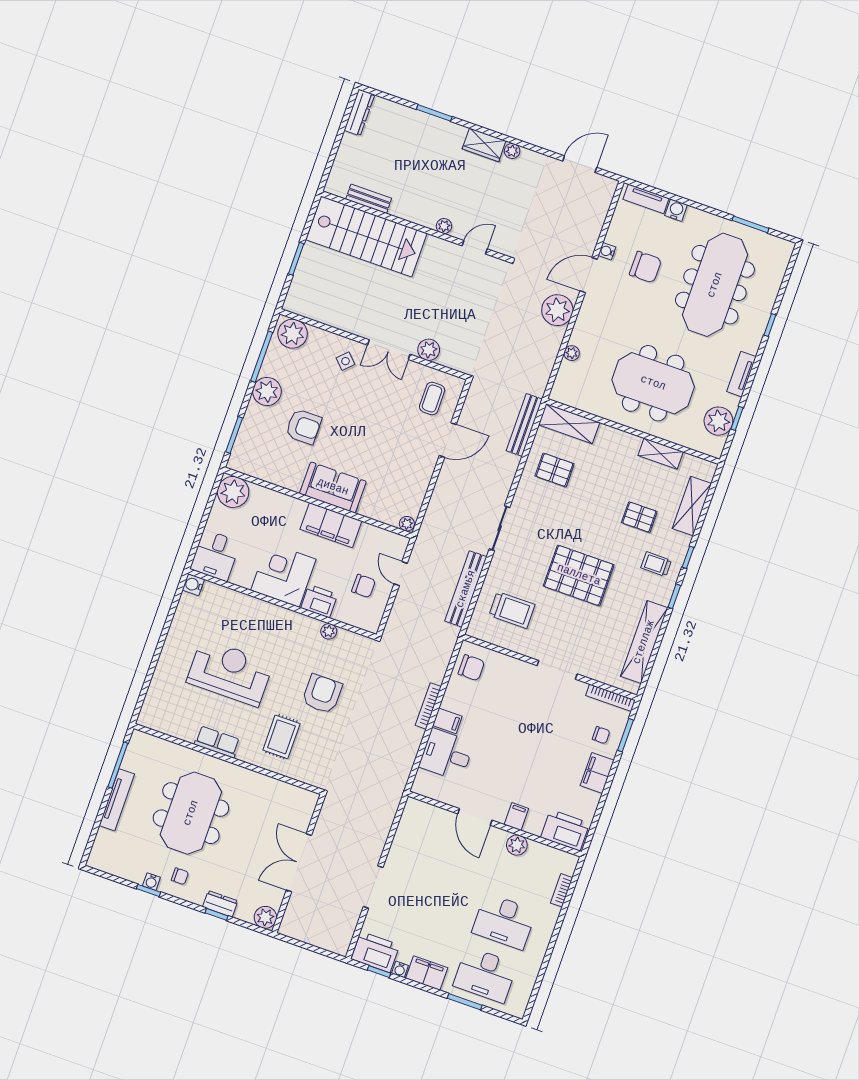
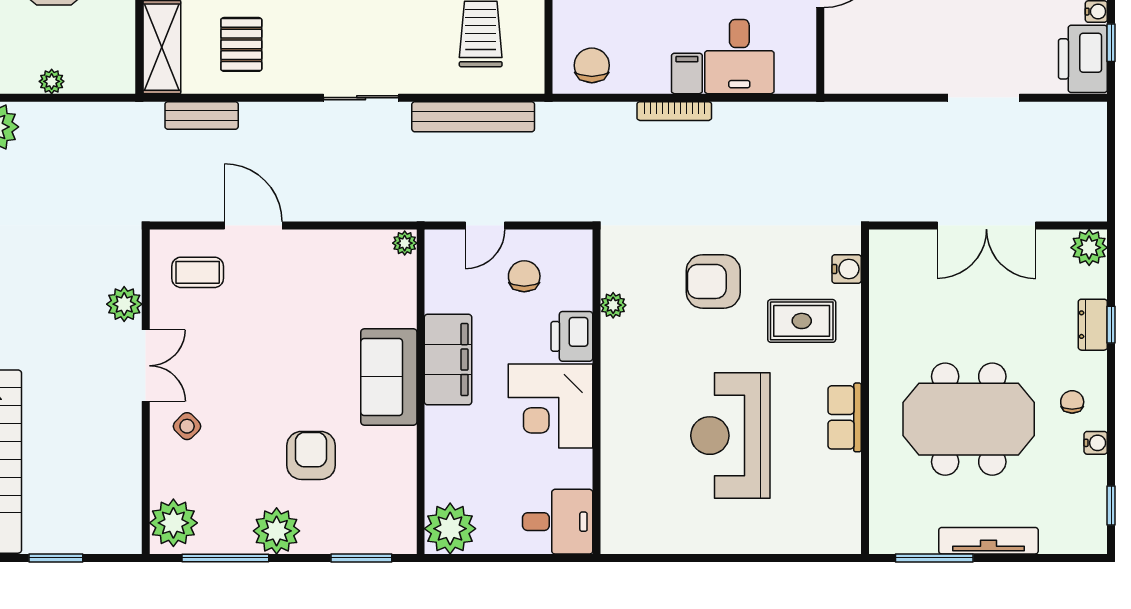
bench: (524, 425) -> (202, 115), width x0.73
water cooler: (193, 585) -> (847, 269), moved, turned -90
window: (149, 890) -> (1111, 506), moved

